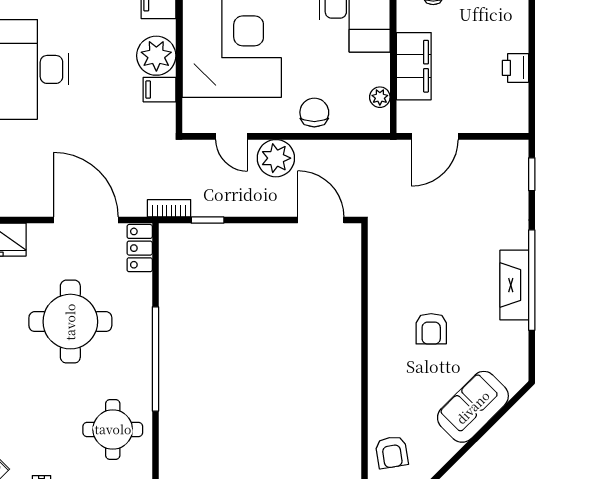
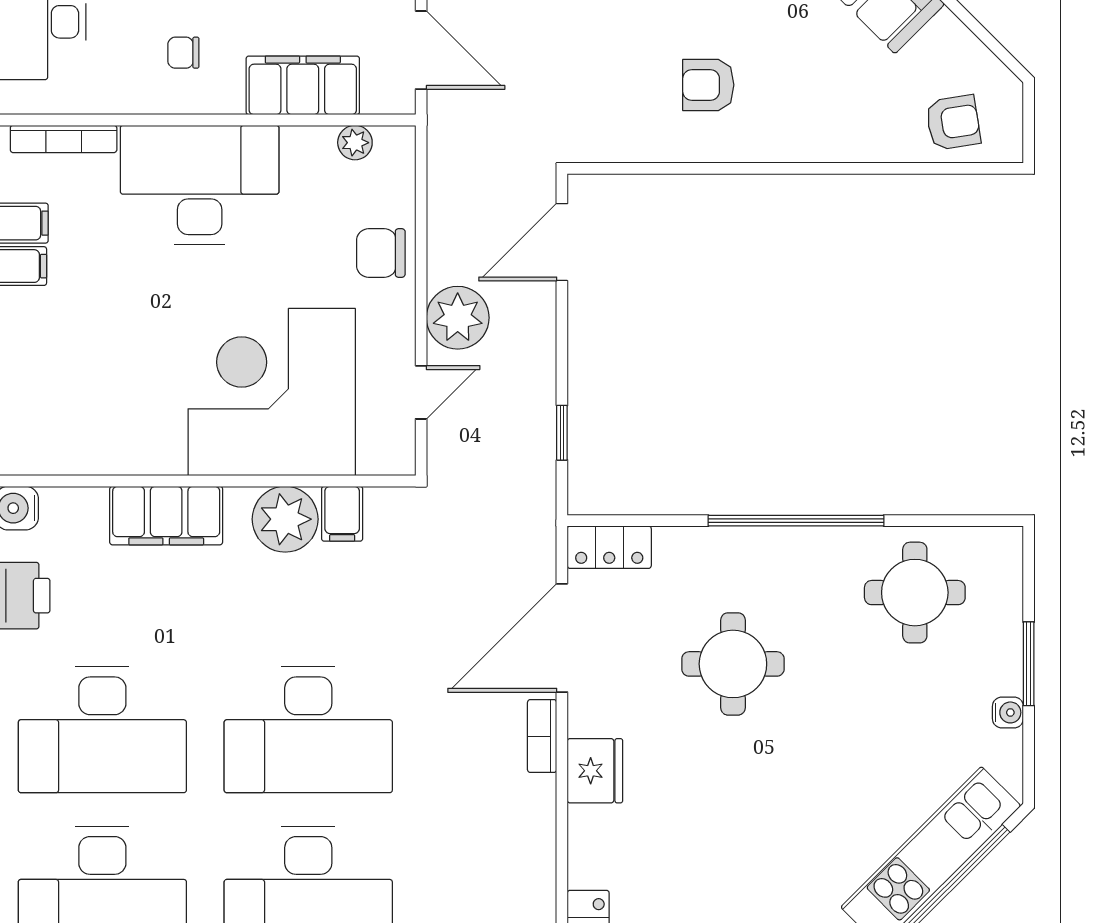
bookcase: (169, 208) -> (542, 736), moved
round table: (70, 322) -> (733, 664), width x0.73, depth x0.73
armchair: (431, 329) -> (708, 85), moved, turned 180

